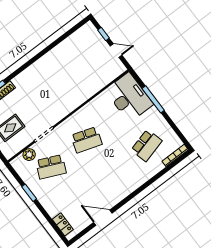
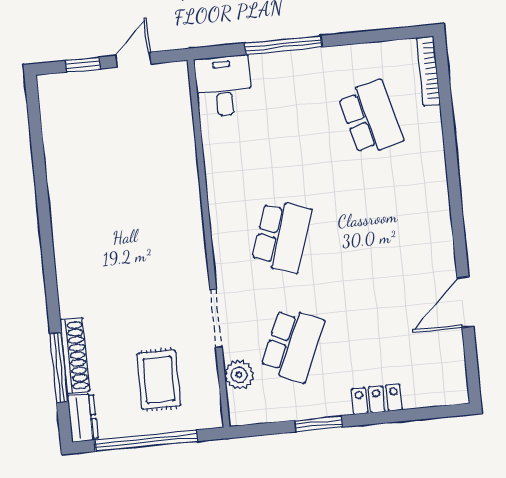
desk: (129, 97) -> (223, 86), width x0.53, depth x0.77
locker: (63, 224) -> (377, 399), moved

